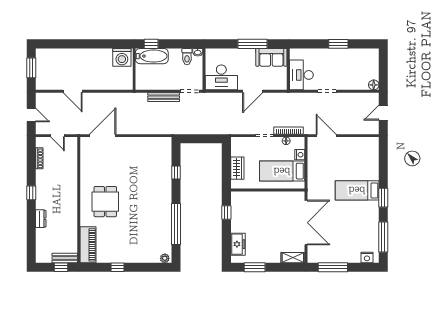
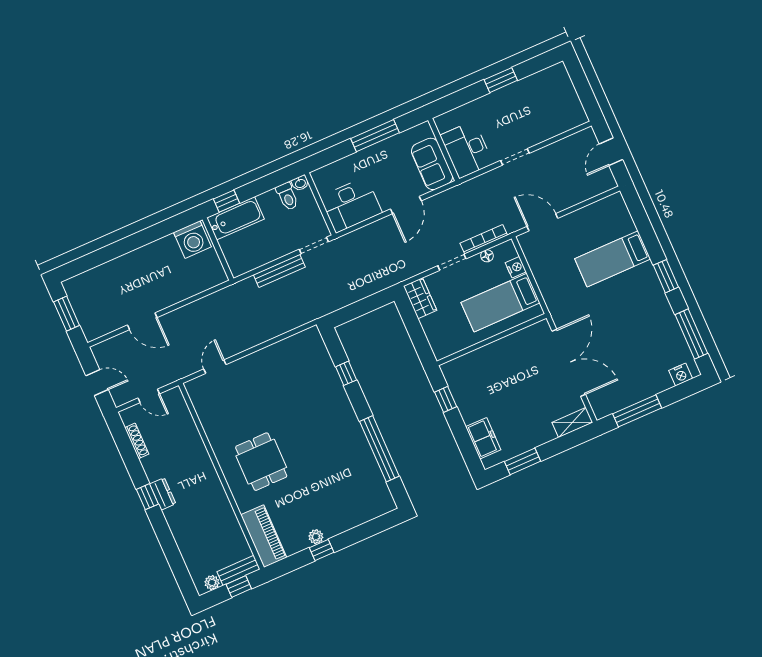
sofa: (271, 57) -> (432, 164), moved, turned 90
floor lamp: (374, 85) -> (579, 117), removed
door: (103, 136) -> (215, 367), width x0.53
wardrobe: (237, 168) -> (420, 298), moved
bed: (357, 190) -> (613, 259), moved
dresser: (41, 219) -> (163, 494), moved
plant: (47, 258) -> (212, 583), added
plant: (165, 258) -> (316, 537), moved

